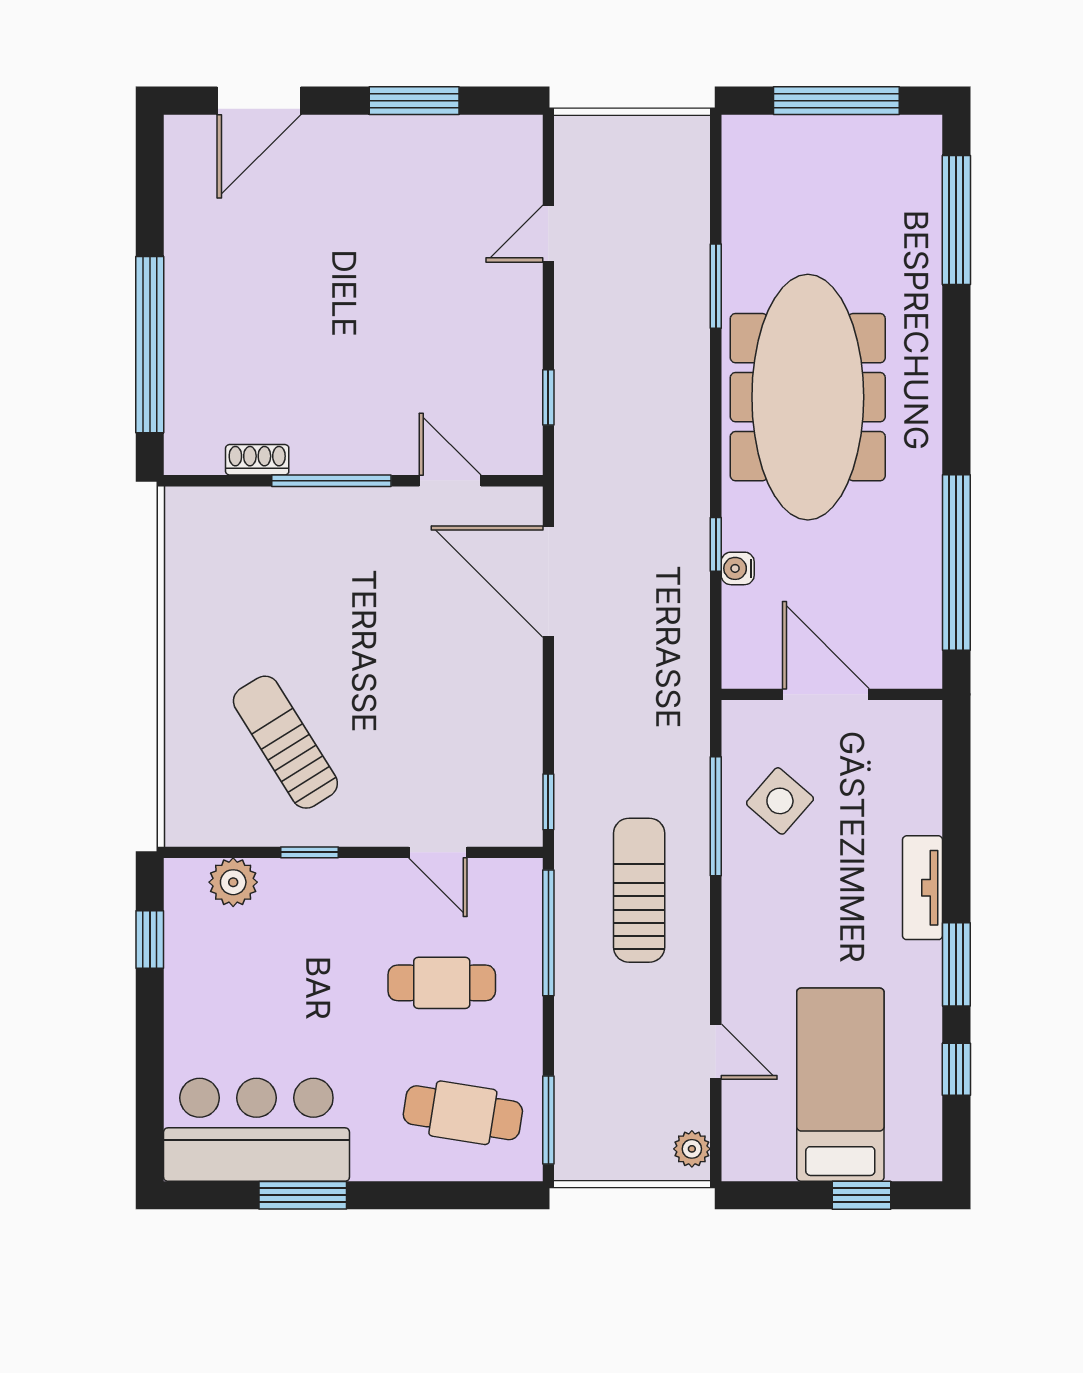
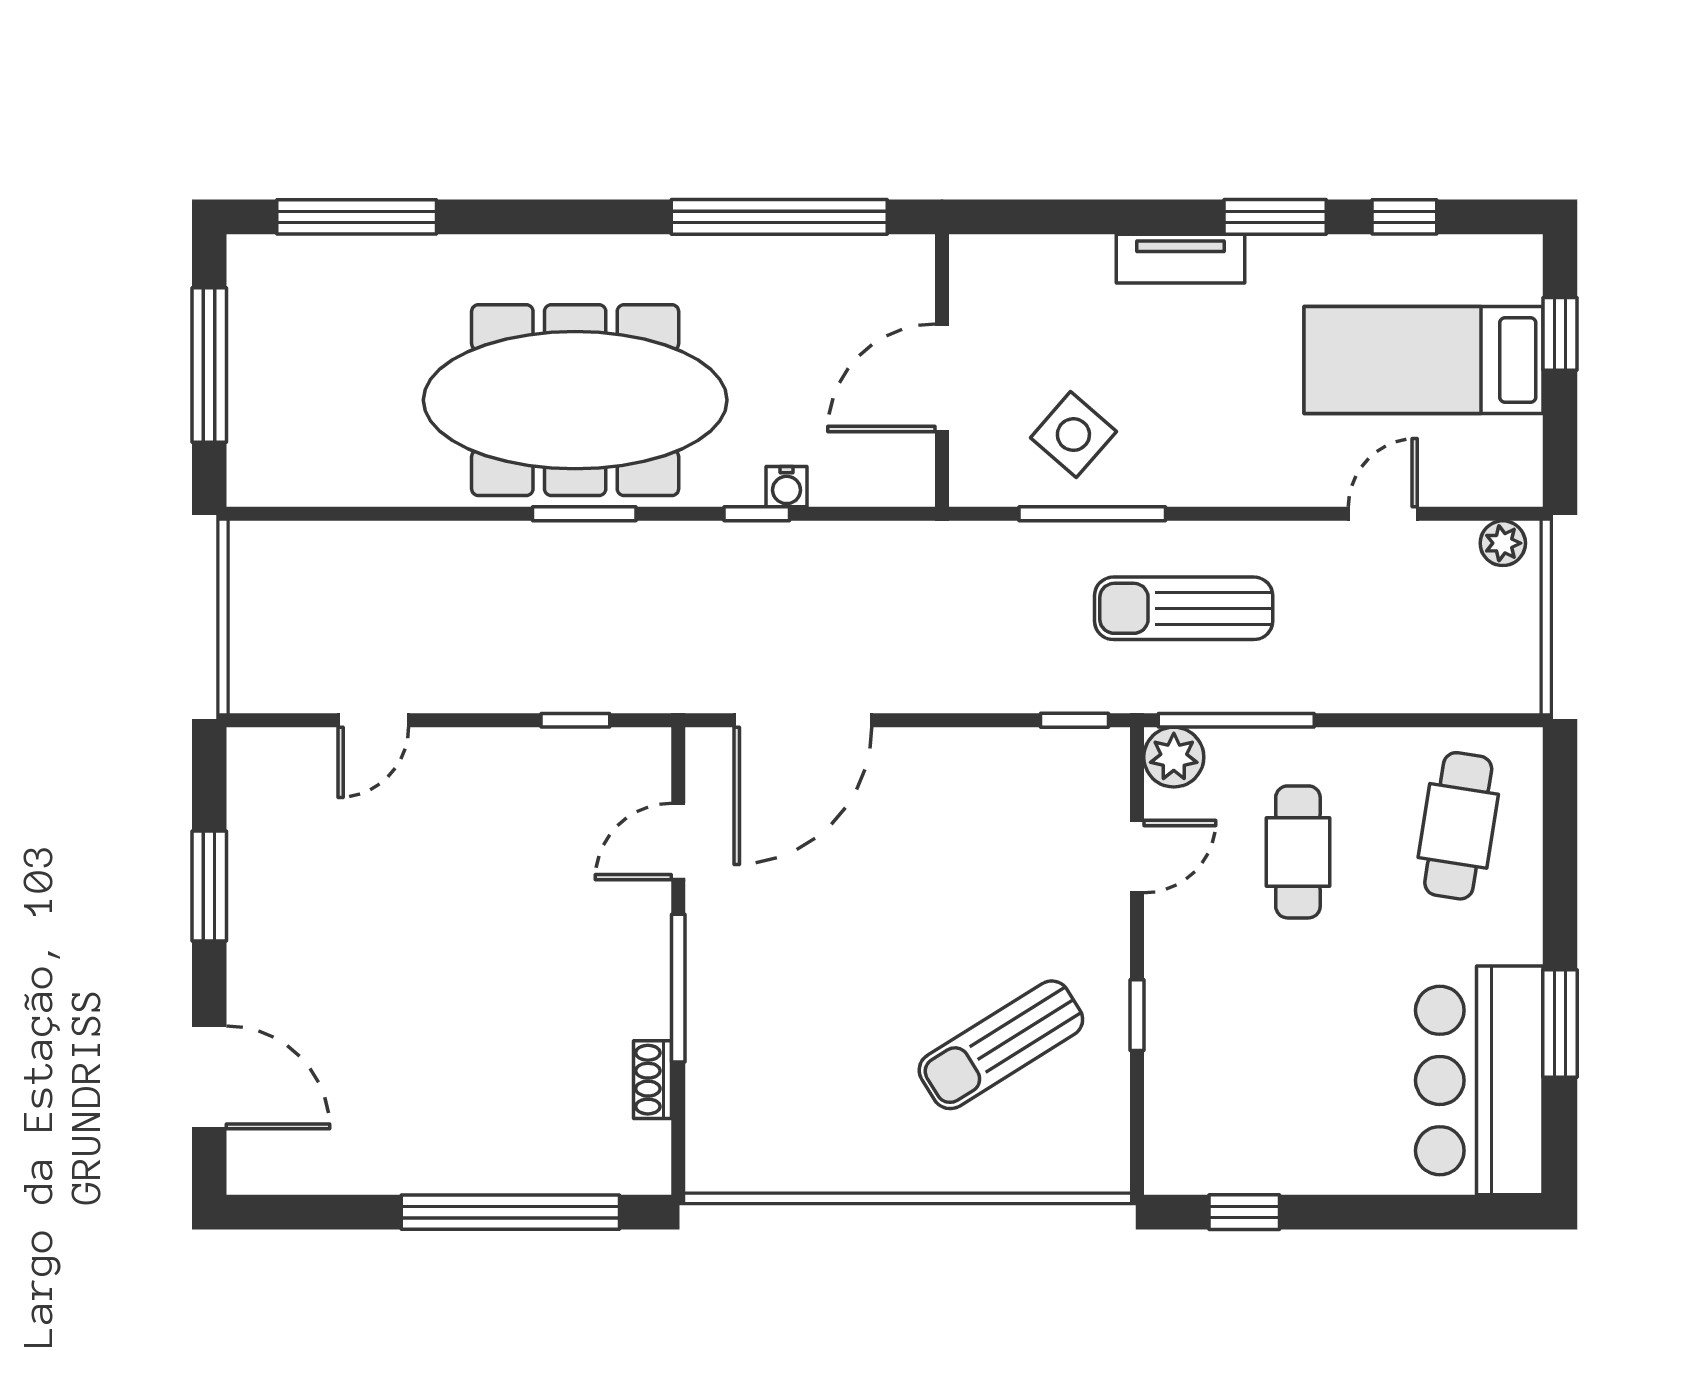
door: (548, 234) -> (373, 720), hinge flipped
window: (716, 286) -> (584, 514), moved
plant: (233, 882) -> (1174, 757), moved
window: (548, 1120) -> (1467, 720), removed

